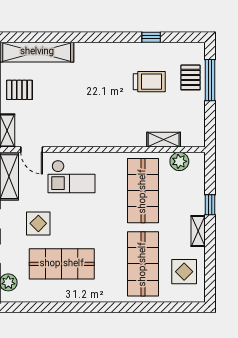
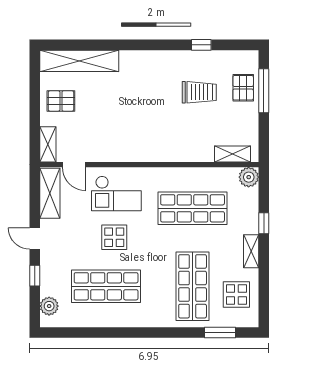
shelving: (164, 140) -> (232, 154), moved
plant: (179, 161) -> (249, 177), moved
shop shelf: (143, 191) -> (193, 208), turned 90
display table: (38, 223) -> (114, 237), moved
window: (169, 307) -> (220, 333), added

